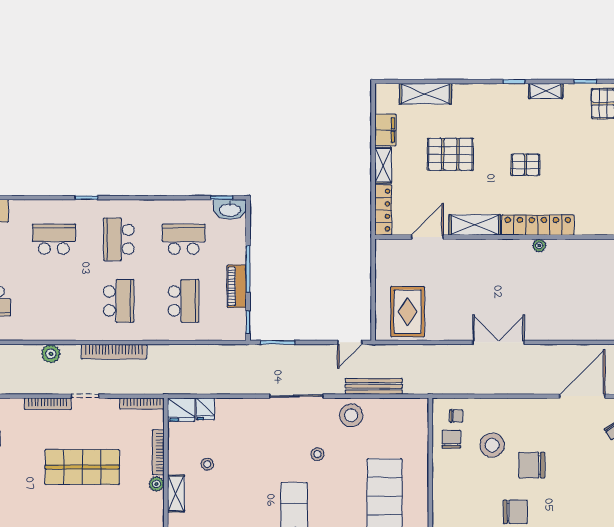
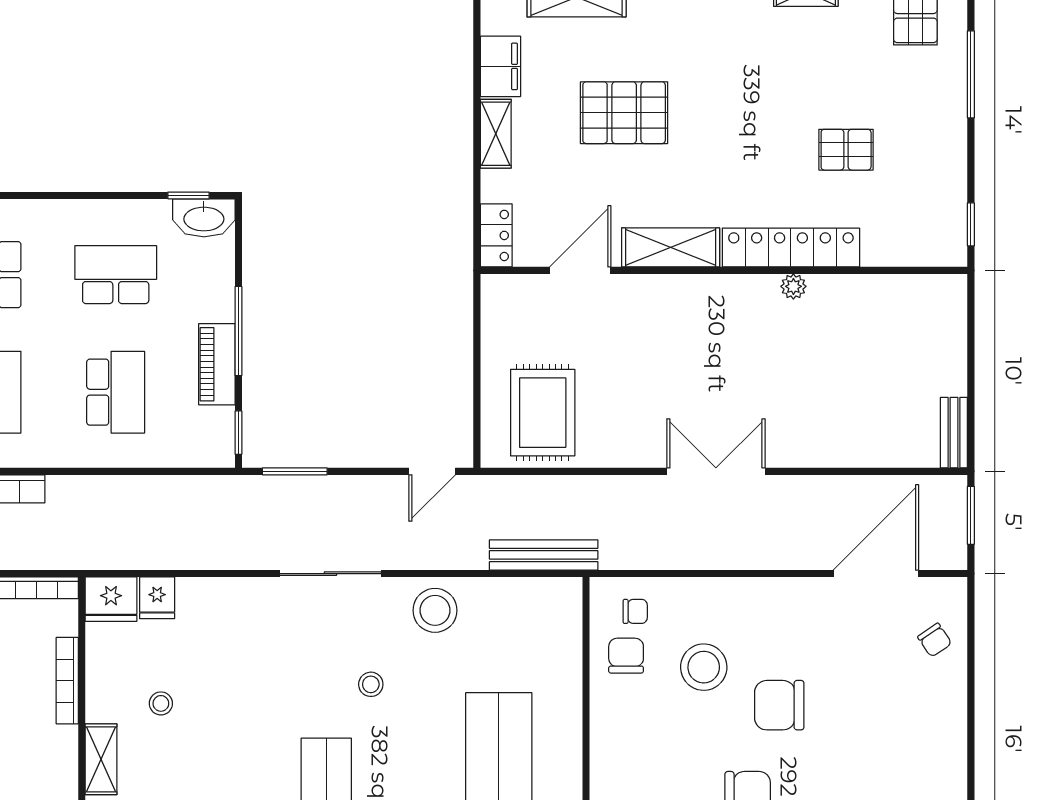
pallet: (525, 165) -> (846, 150), moved
locker: (383, 210) -> (496, 235), width x0.66
bench: (374, 386) -> (544, 555), moved
plant: (156, 484) -> (64, 741), removed

